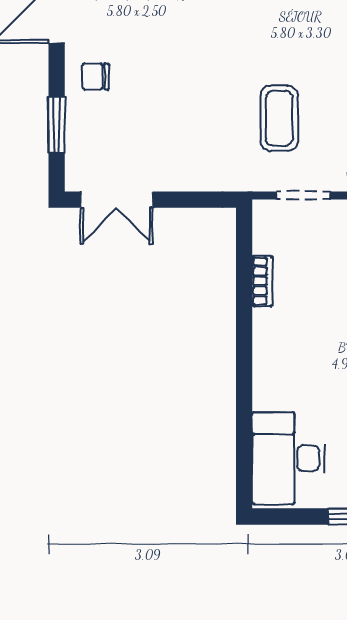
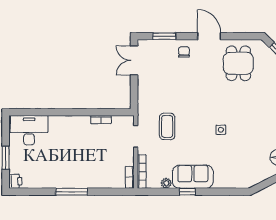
coffee table: (279, 118) -> (167, 126), turned 90

